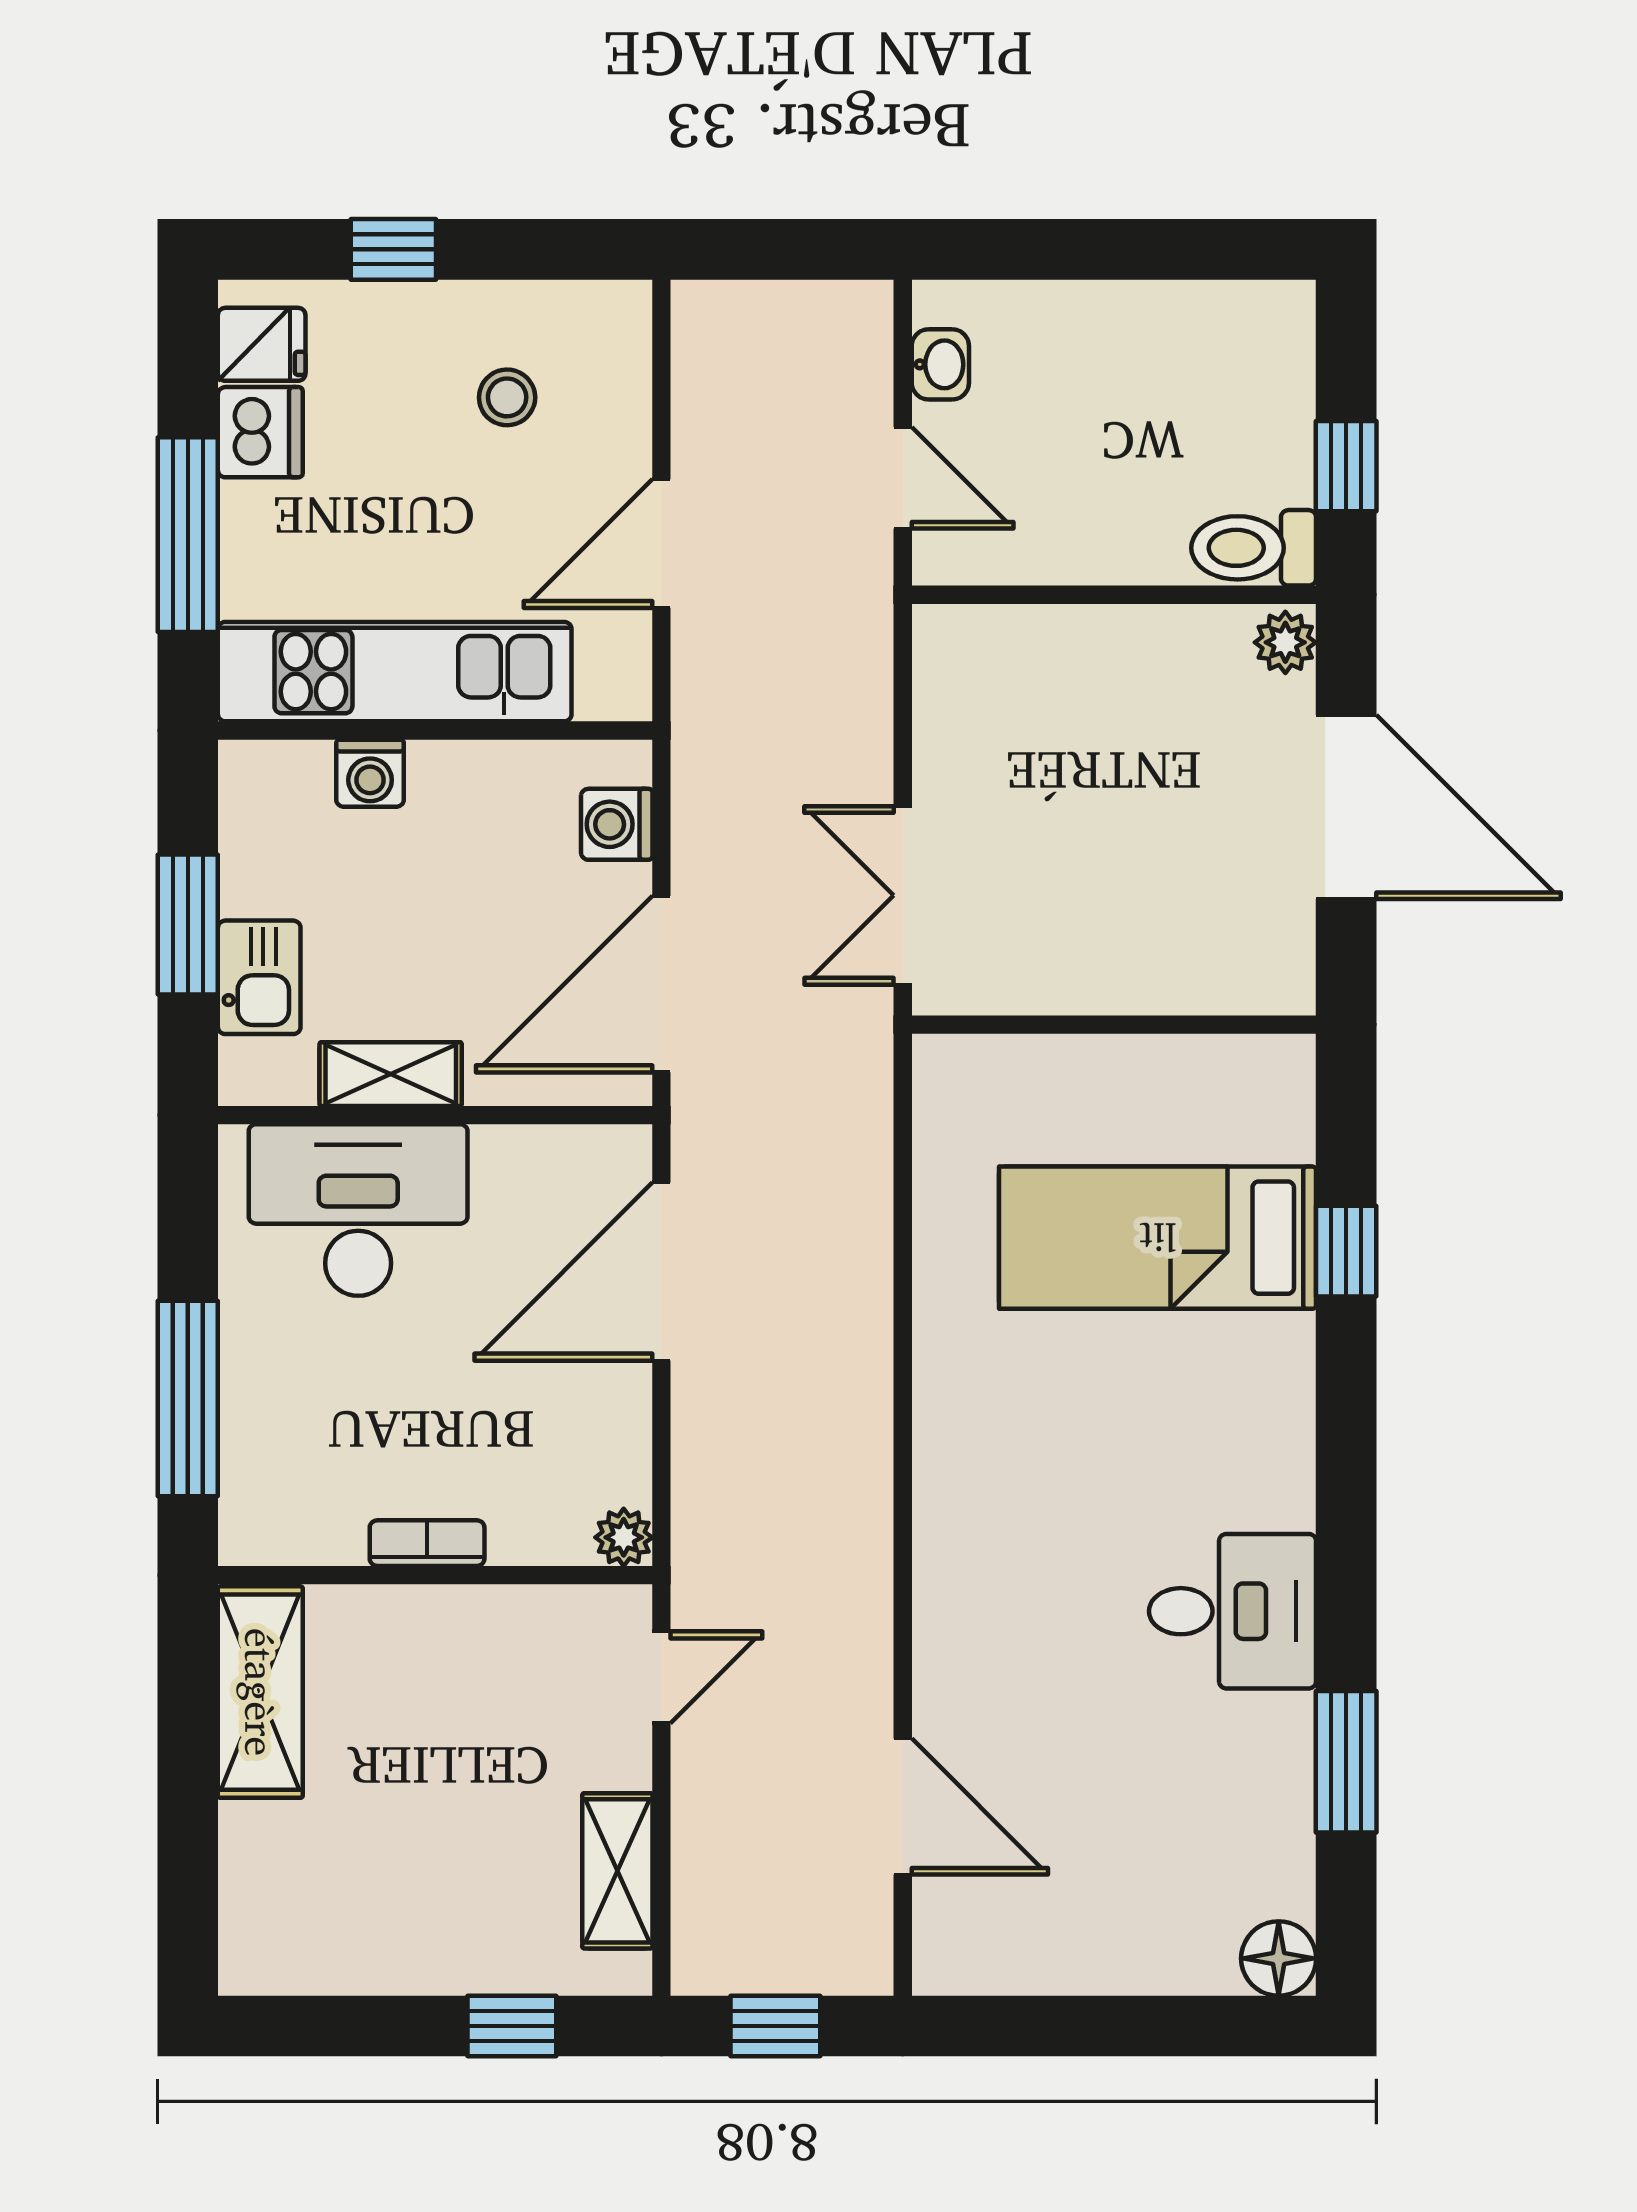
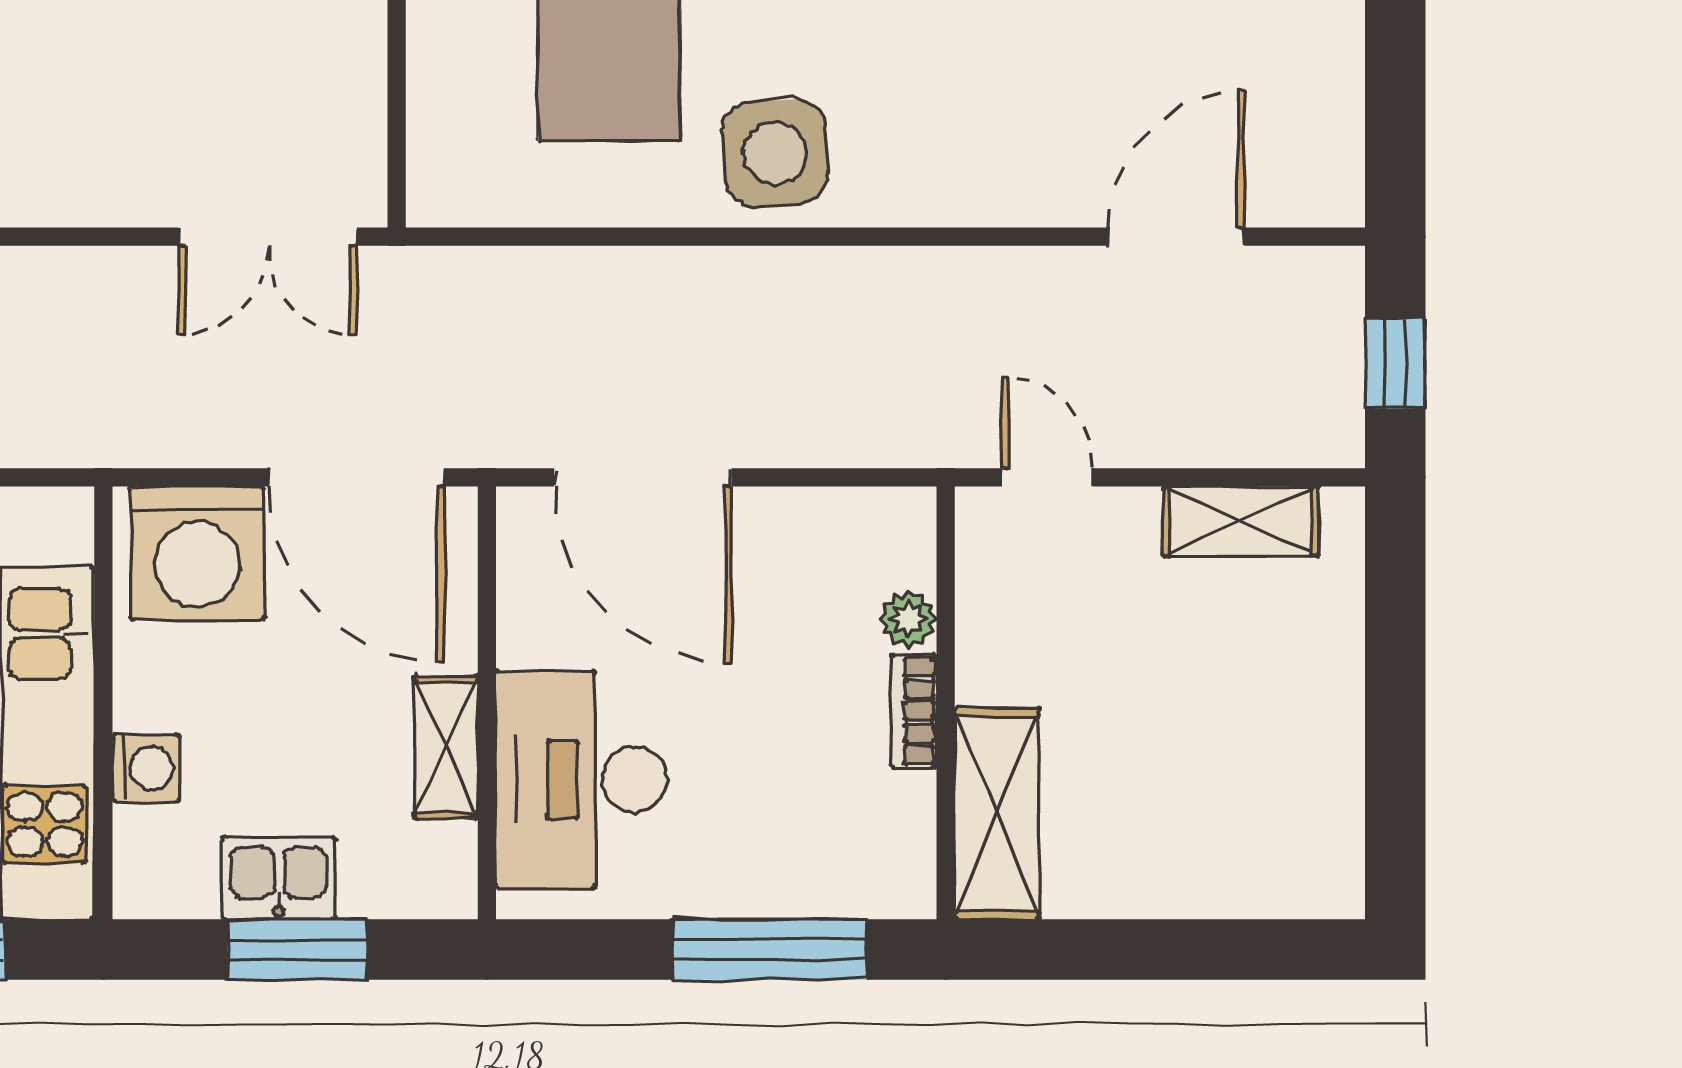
washing machine: (617, 824) -> (197, 553), width x1.89, depth x1.89
kitchen sink: (259, 977) -> (279, 878), moved
side table: (987, 1404) -> (775, 153), added
plant: (624, 1537) -> (908, 619), moved
shelving: (260, 1692) -> (997, 814), moved, turned 90
window: (512, 2026) -> (1395, 626), removed

